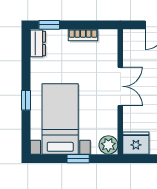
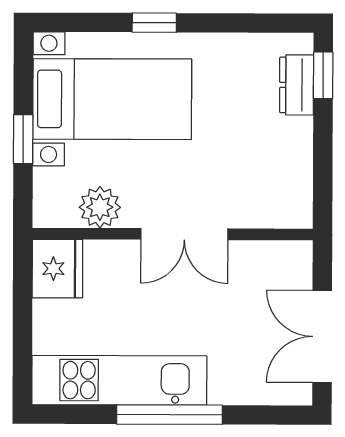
bookcase: (83, 35) -> (300, 151), removed
dresser: (38, 43) -> (297, 85), moved, turned 90
plant: (108, 145) -> (100, 207), moved

